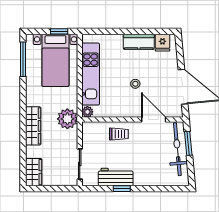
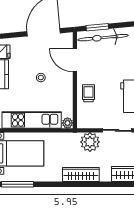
plant: (67, 119) -> (90, 142), moved
door: (154, 120) -> (75, 60), hinge flipped

